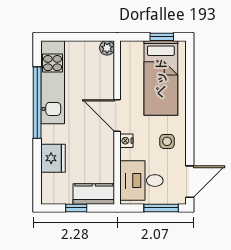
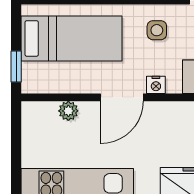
window: (162, 37) -> (16, 67), moved
plant: (107, 48) -> (68, 111), moved

